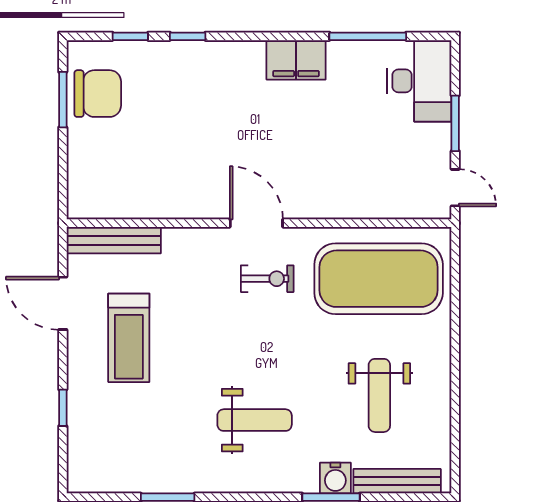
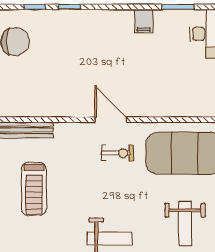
window: (368, 36) -> (178, 7), width x0.69
filing cabinet: (296, 60) -> (144, 21), width x0.50

